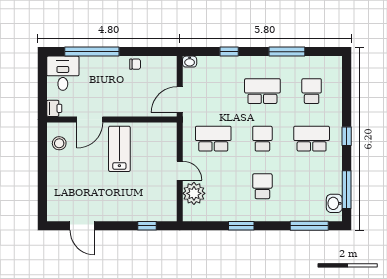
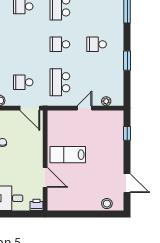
school desk: (262, 91) -> (23, 82), moved, width x0.54
stool: (59, 143) -> (107, 204), moved
plant: (194, 193) -> (106, 101), width x0.53, depth x0.53
door: (82, 226) -> (127, 183), hinge flipped

